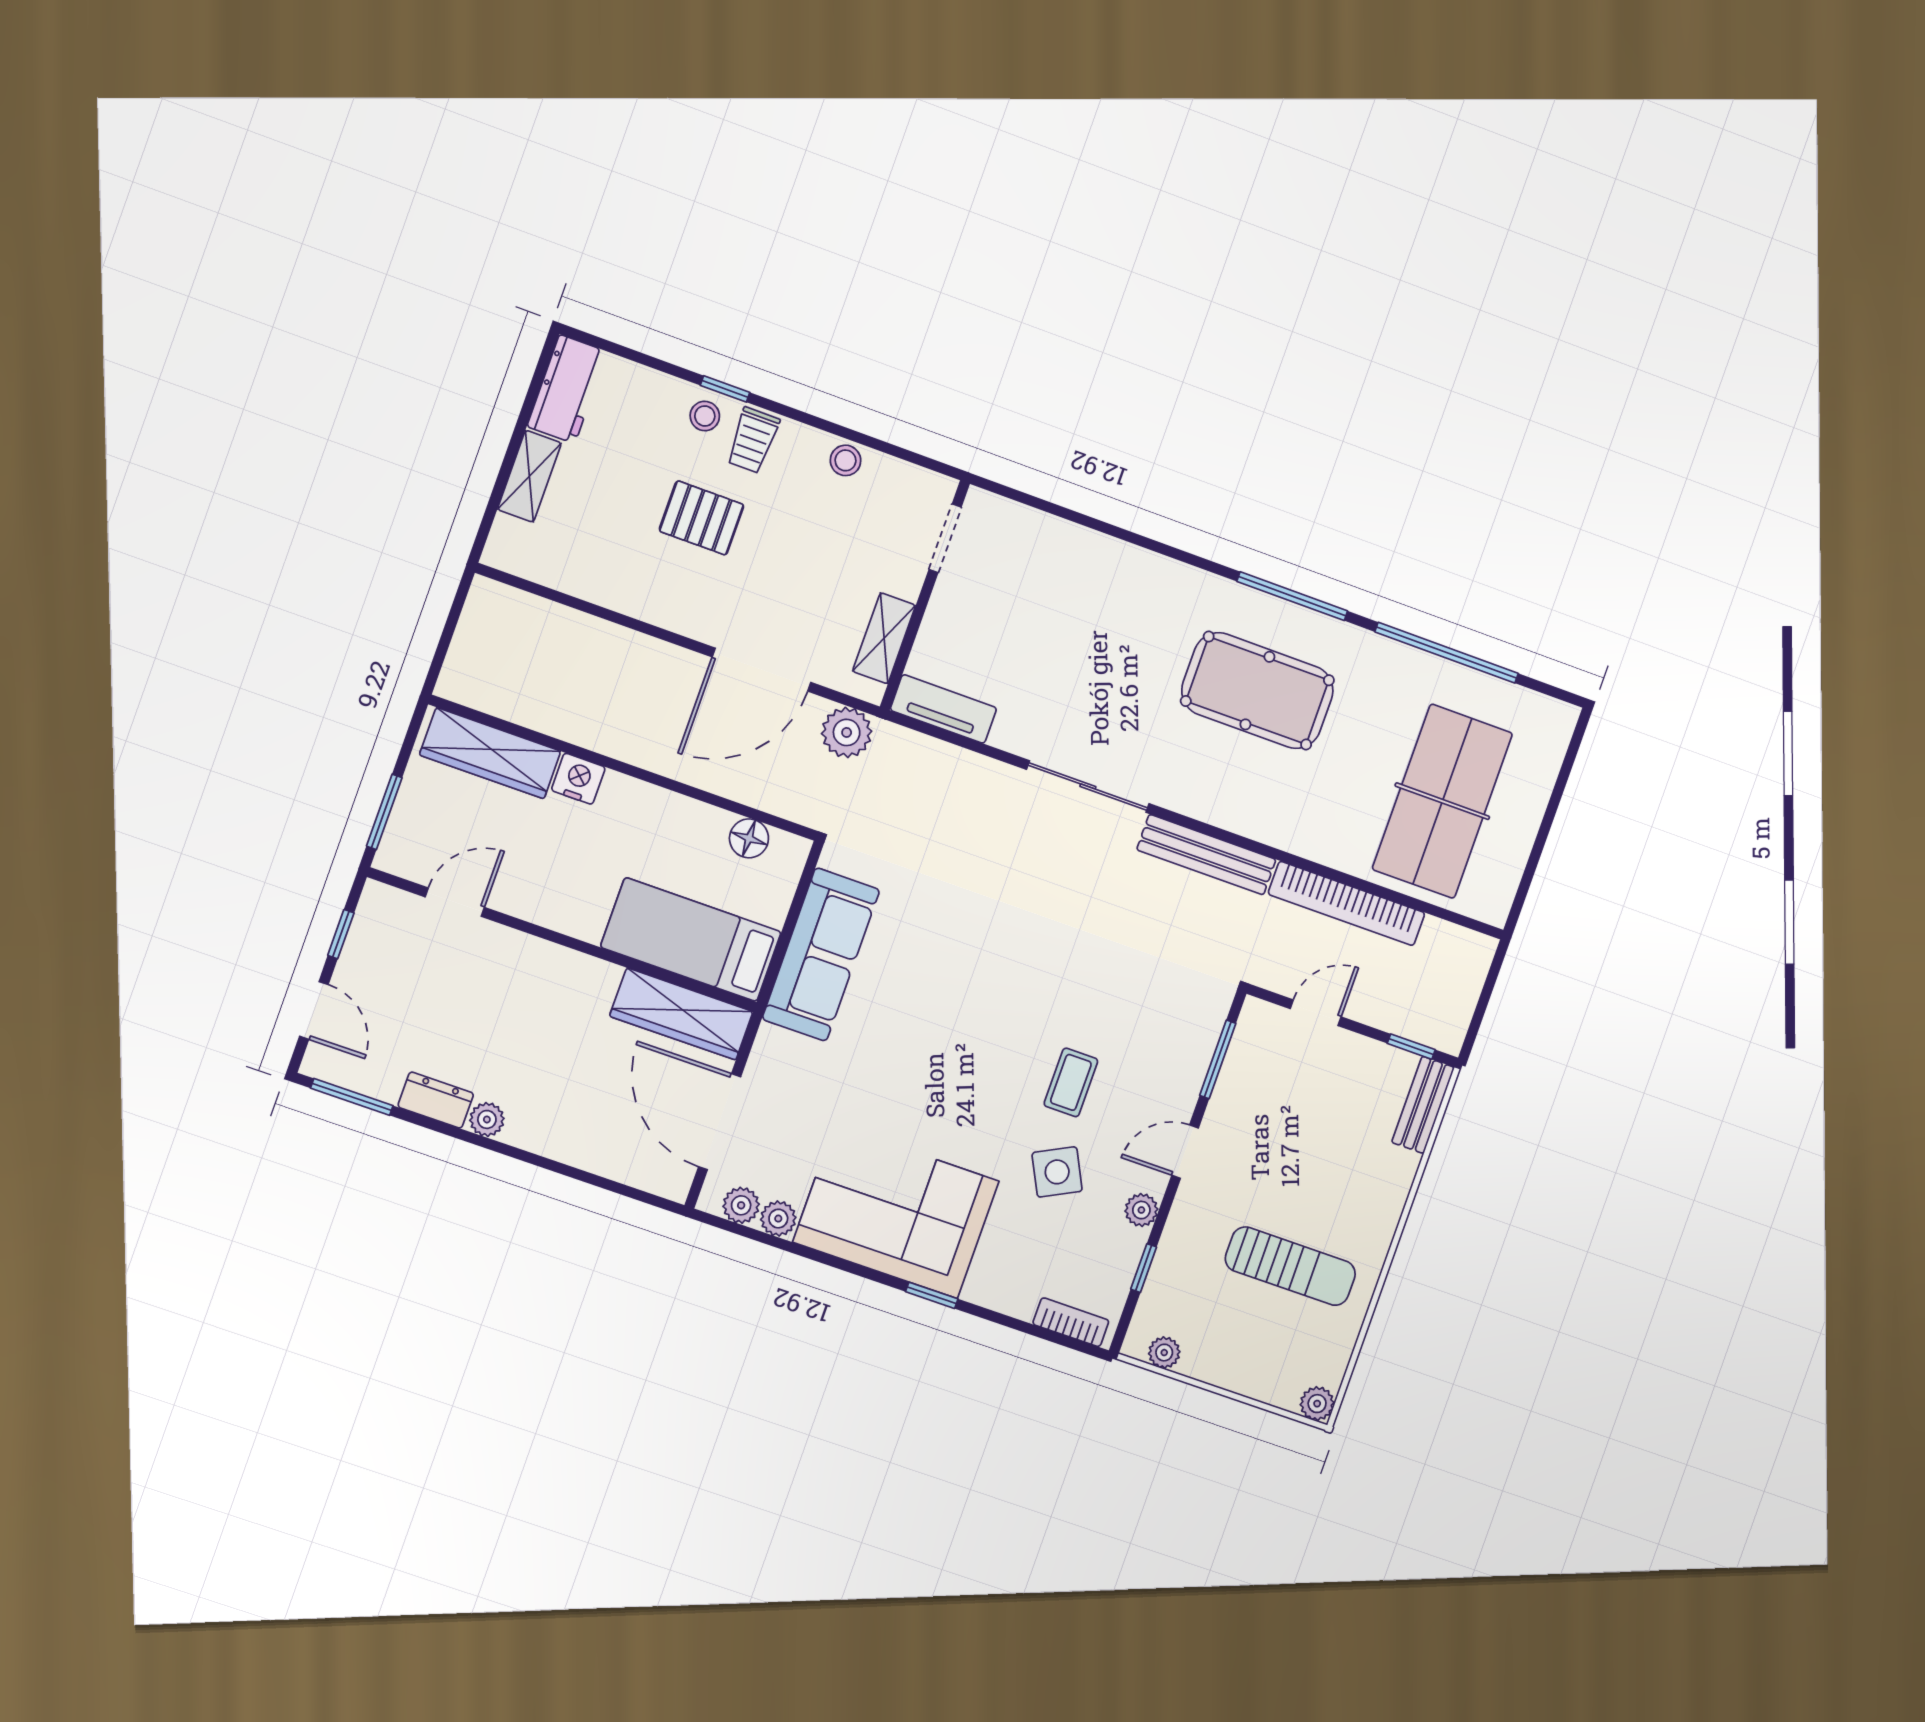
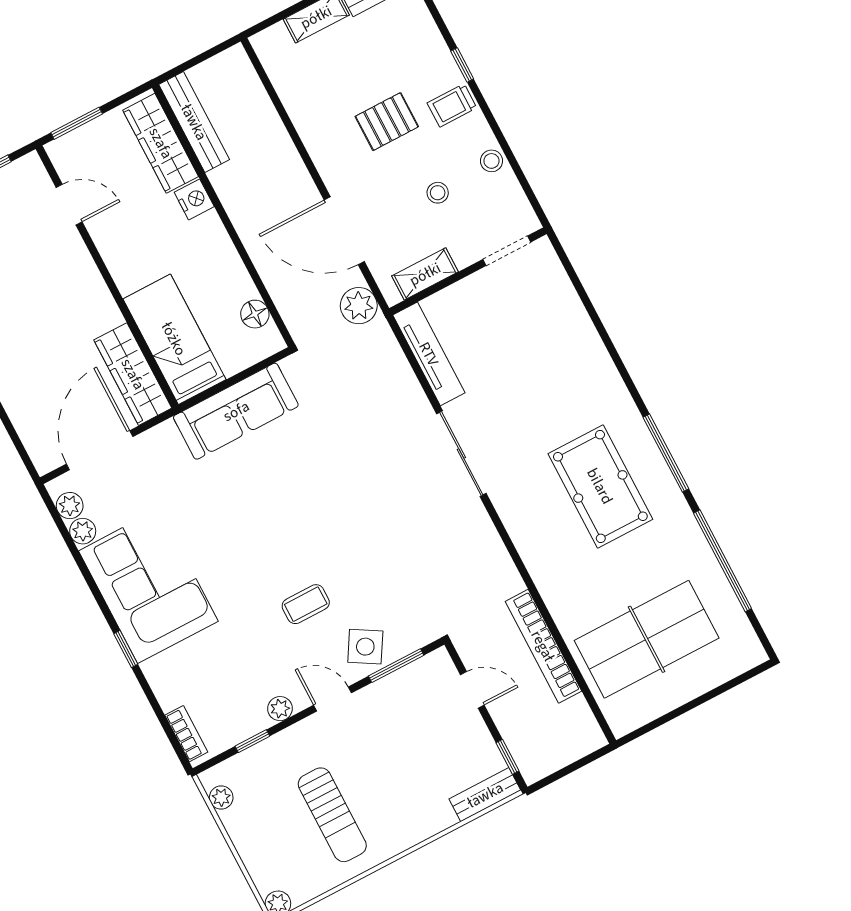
stool: (705, 416) -> (438, 193), moved
pallet: (702, 518) -> (387, 122), turned 90
tv unit: (943, 709) -> (429, 354), width x1.41
bench: (1206, 855) -> (194, 122), moved
side table: (1057, 1172) -> (365, 647), moved, turned -32

